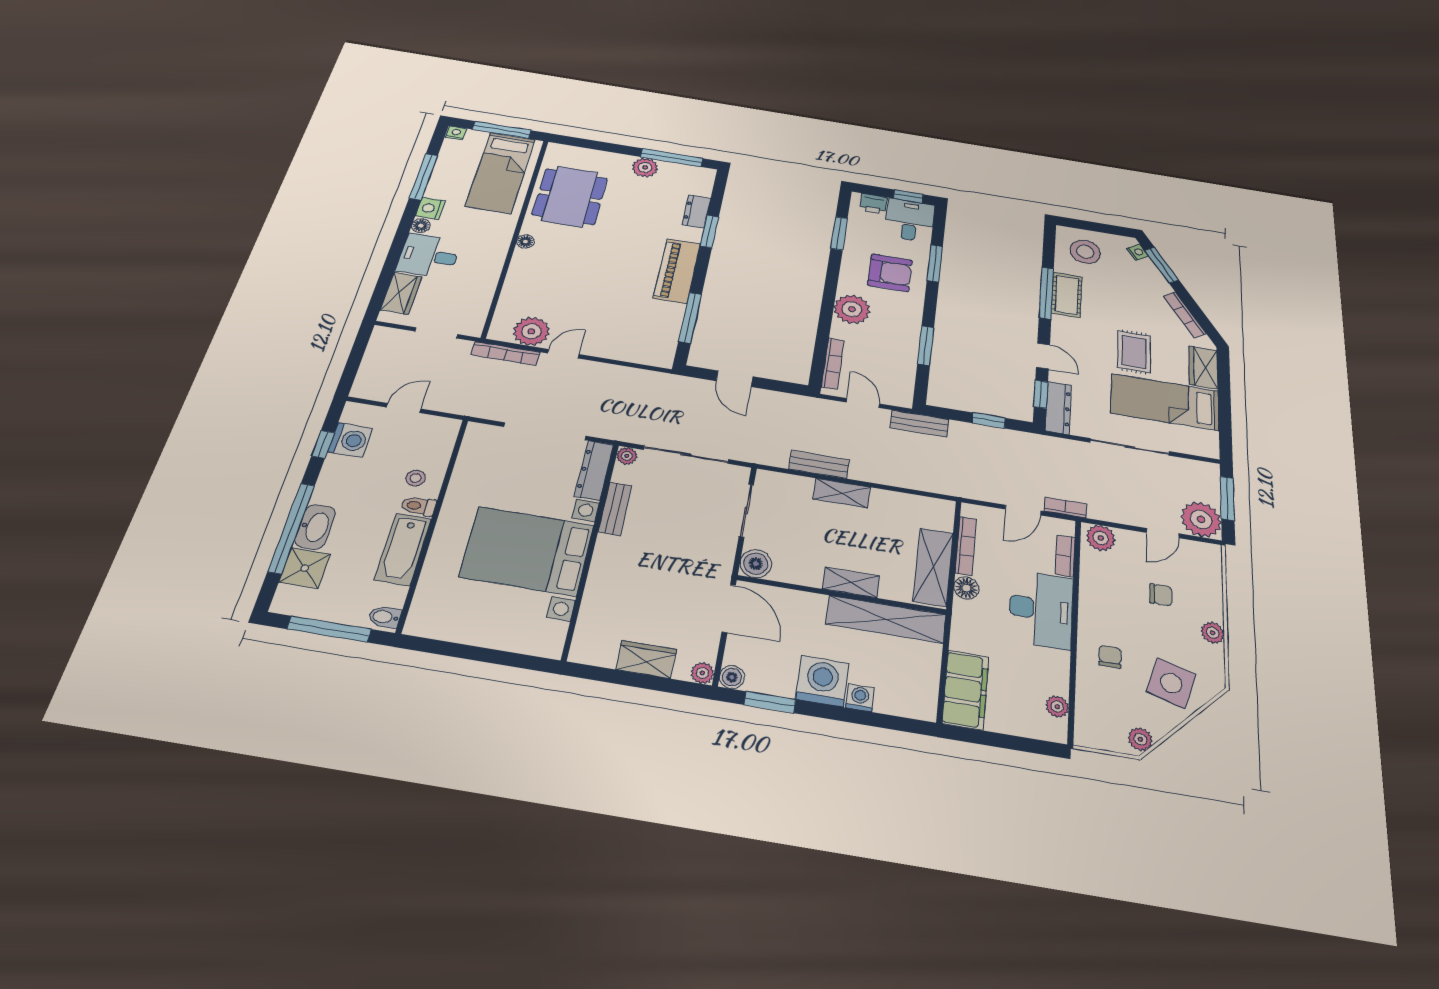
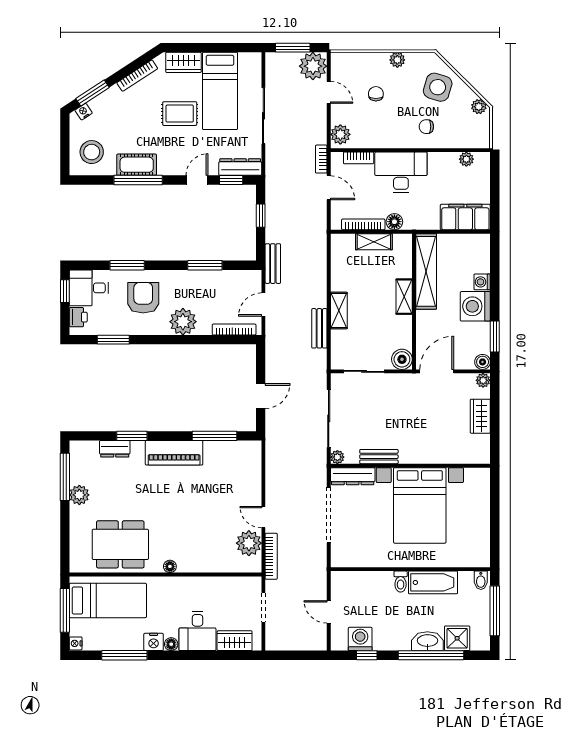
stool: (416, 478) -> (380, 589), removed
shelving: (933, 567) -> (374, 242), width x0.67, depth x0.75

